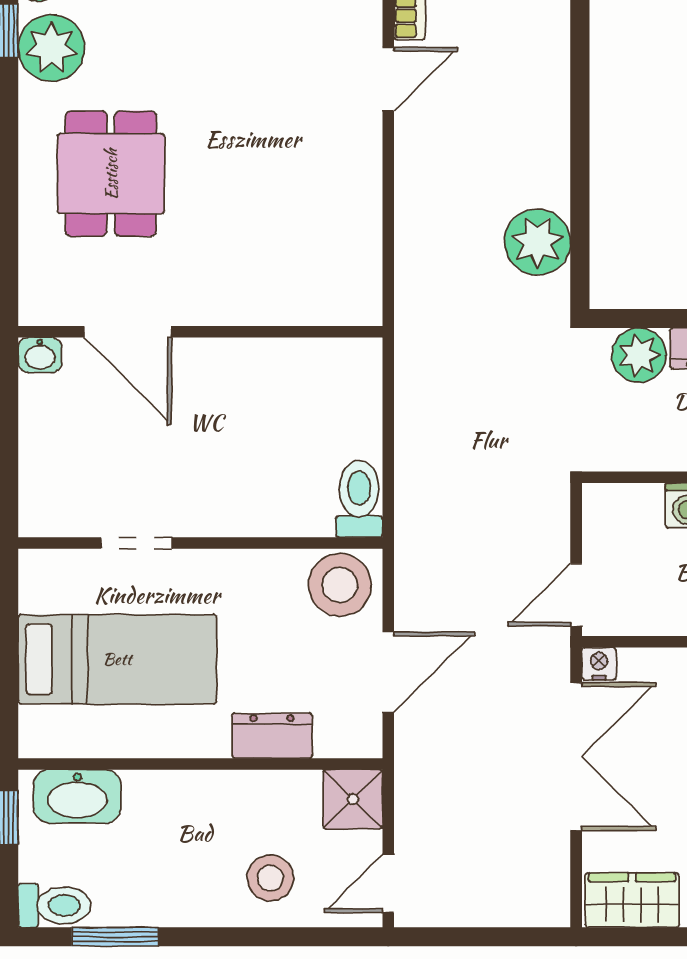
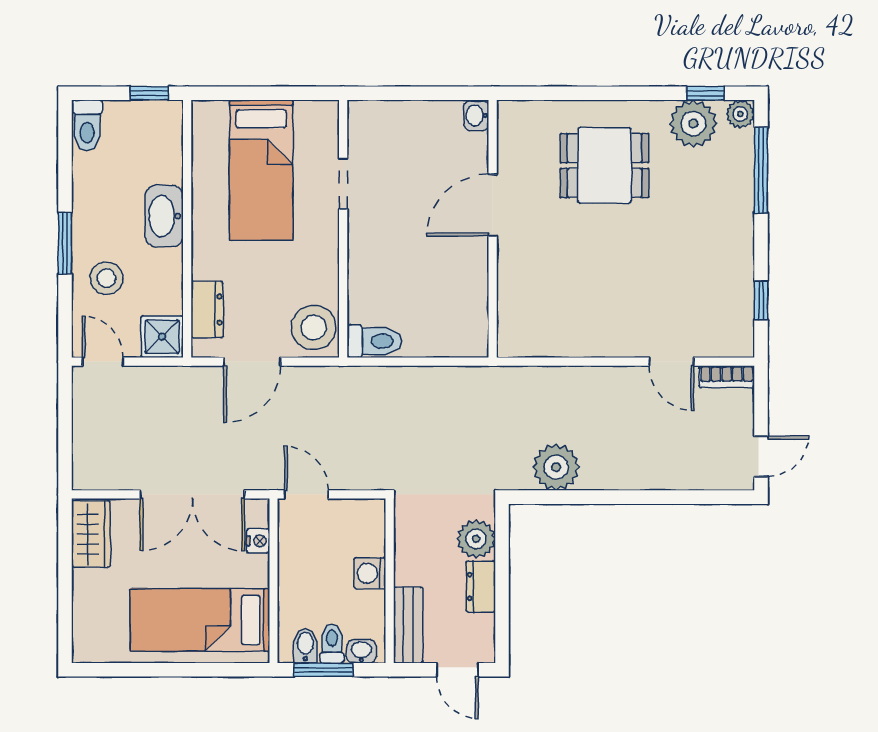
door: (128, 332) -> (493, 205), moved
nightstand: (599, 664) -> (258, 541), moved
door: (388, 672) -> (252, 362), hinge flipped
dresser: (272, 736) -> (207, 310), moved
washbasin: (77, 796) -> (164, 216), moved
window: (115, 937) -> (65, 243), moved

